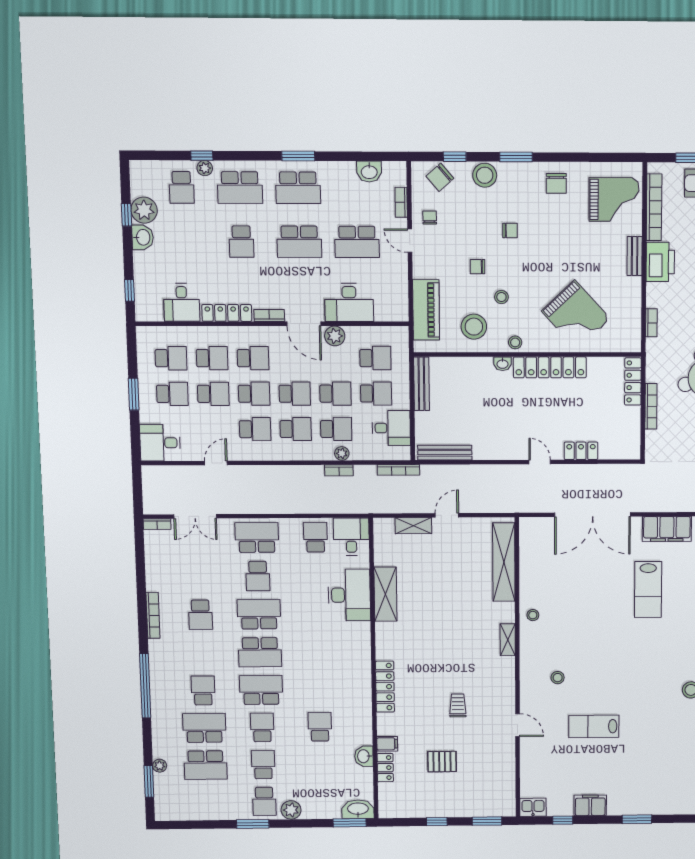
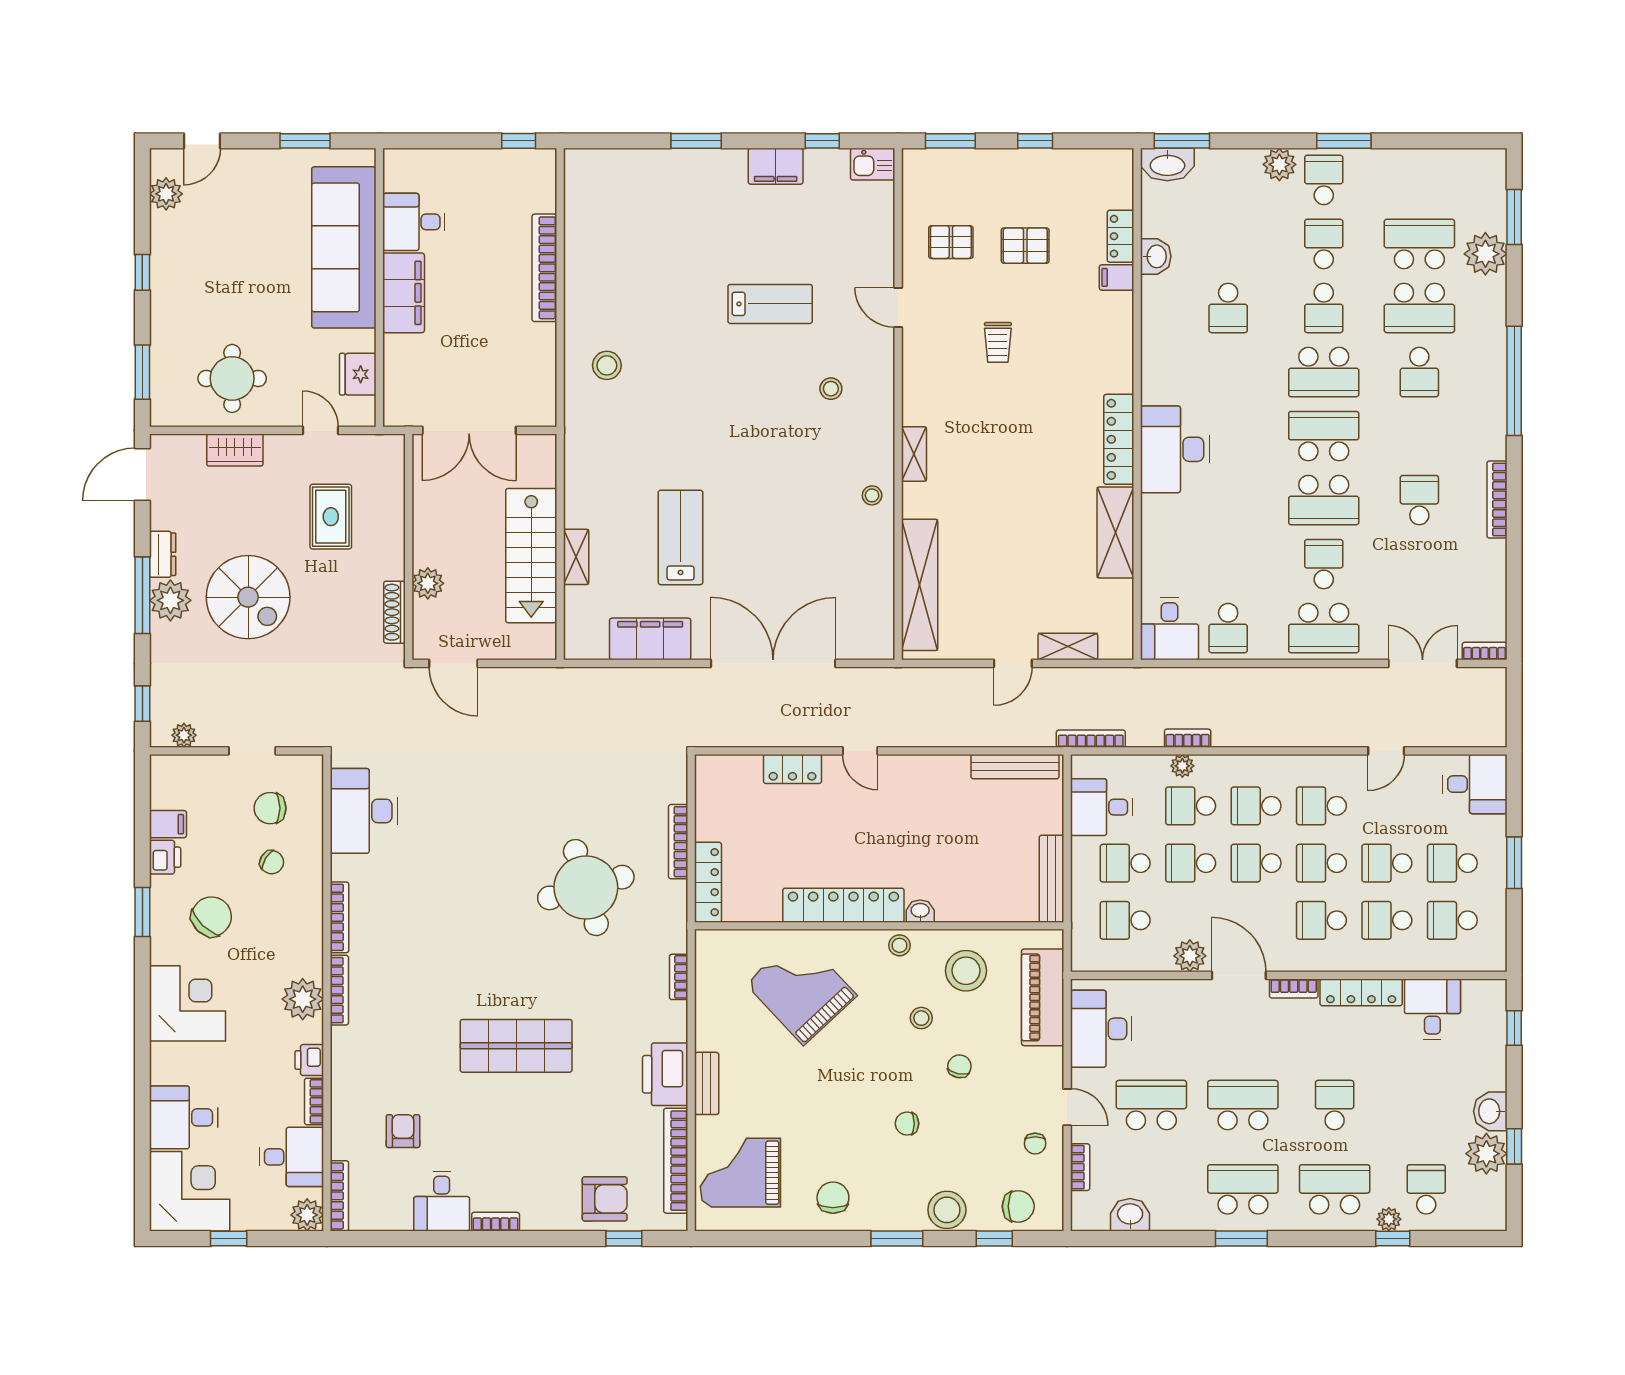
chair: (440, 177) -> (1018, 1206), turned 41
chair: (477, 267) -> (959, 1066), turned -78
desk: (349, 302) -> (1101, 1029), moved, turned -90
desk: (349, 595) -> (1175, 449), moved
locker: (385, 687) -> (1119, 439), moved
pallet: (486, 763) -> (951, 242), added
school desk: (263, 764) -> (1324, 244), turned 180
plant: (160, 766) -> (1485, 254), width x1.88, depth x1.88

